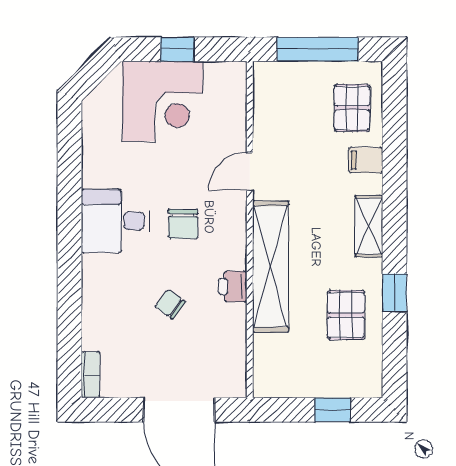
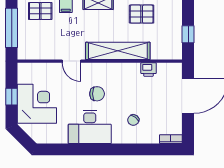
desk: (116, 221) -> (90, 127), width x1.37
printer: (233, 287) -> (149, 69), moved
chair: (170, 304) -> (133, 120), moved
window: (332, 410) -> (188, 34), moved

